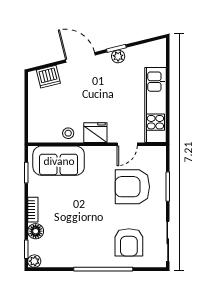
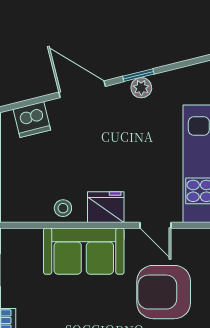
door: (127, 144) -> (155, 225), hinge flipped
sofa: (59, 161) -> (84, 251), moved

